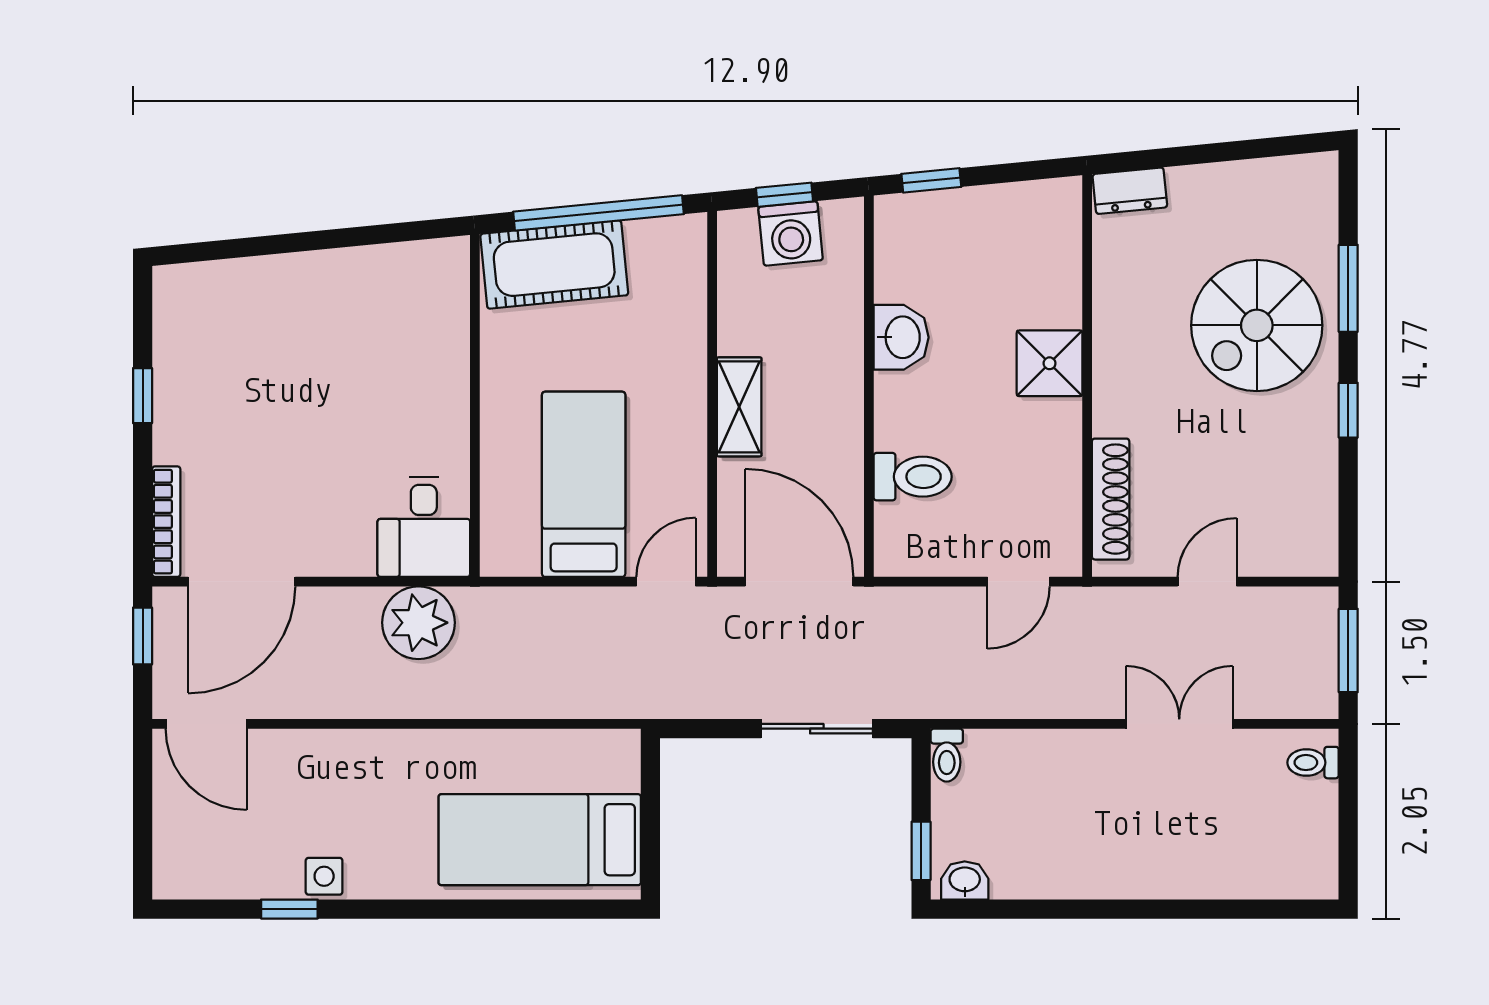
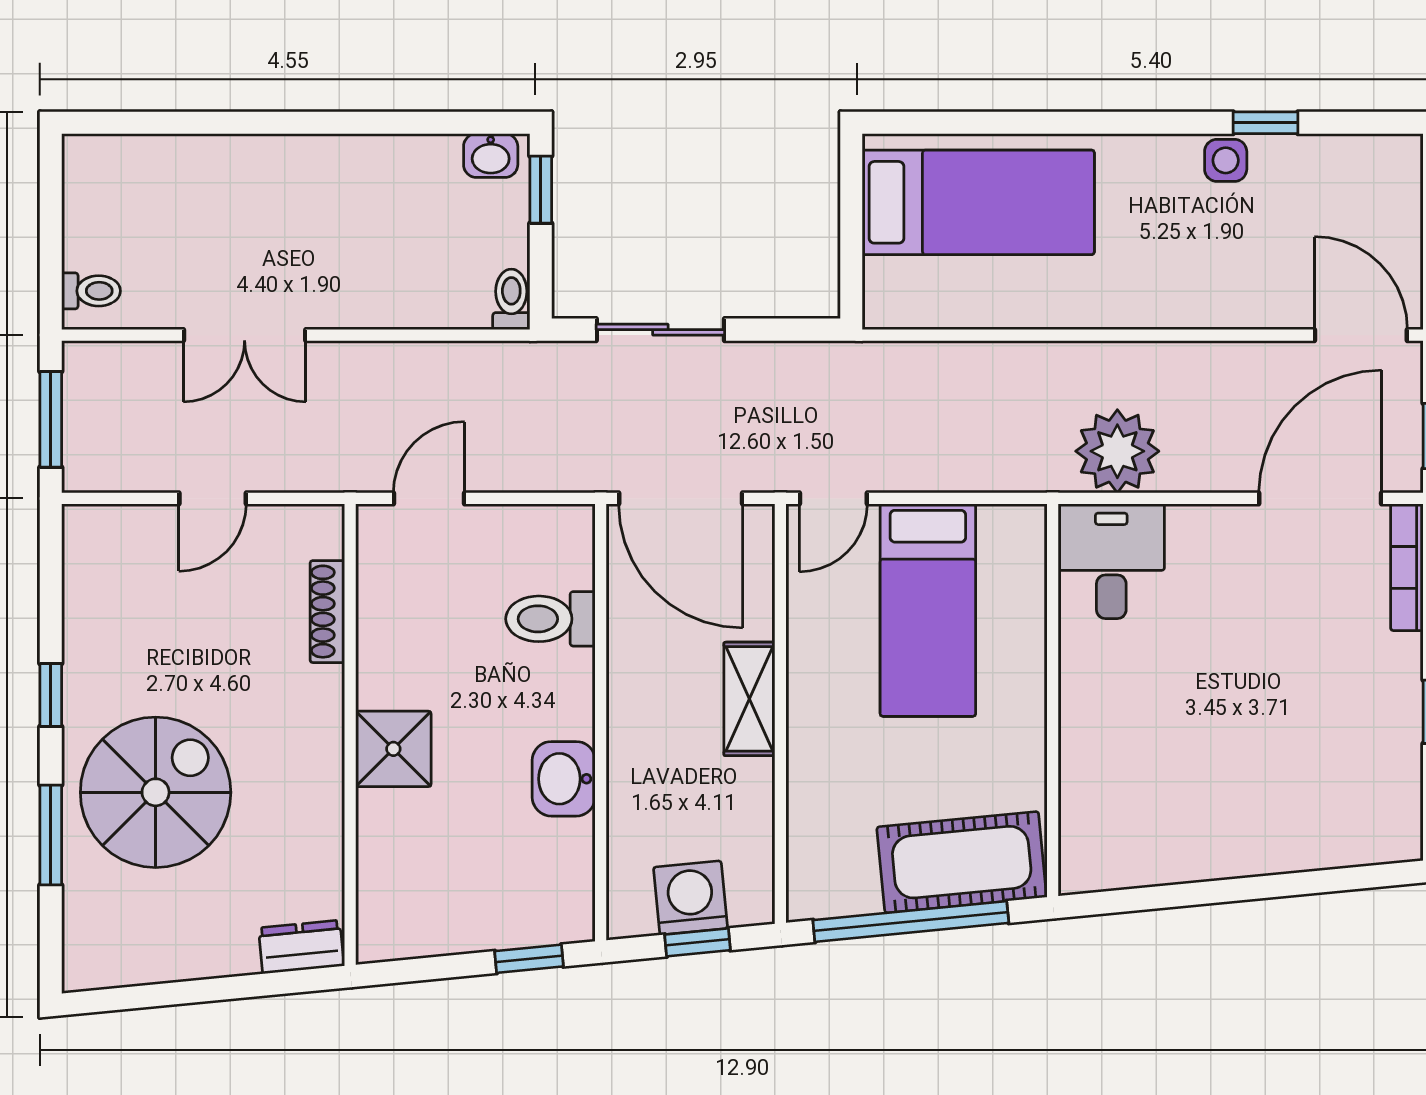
shoe rack: (1111, 499) -> (327, 612), width x0.74, depth x0.81

